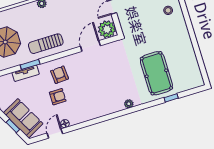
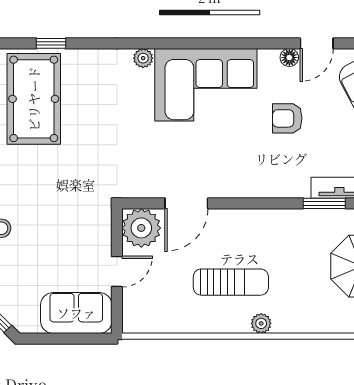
sun lounger: (46, 44) -> (231, 282), moved
pool table: (156, 73) -> (34, 99), moved
armchair: (60, 75) -> (269, 163), removed
corner sofa: (98, 101) -> (206, 85), added

